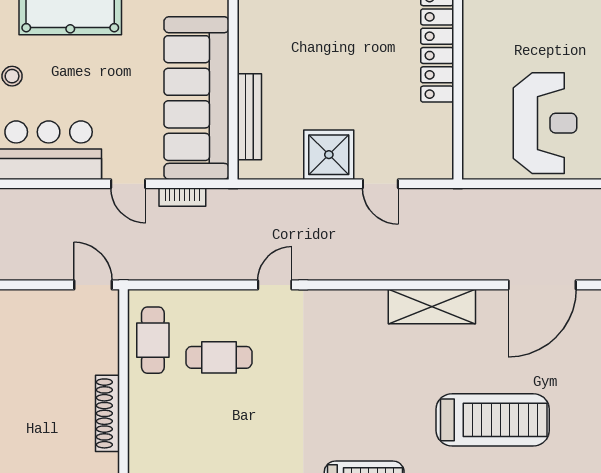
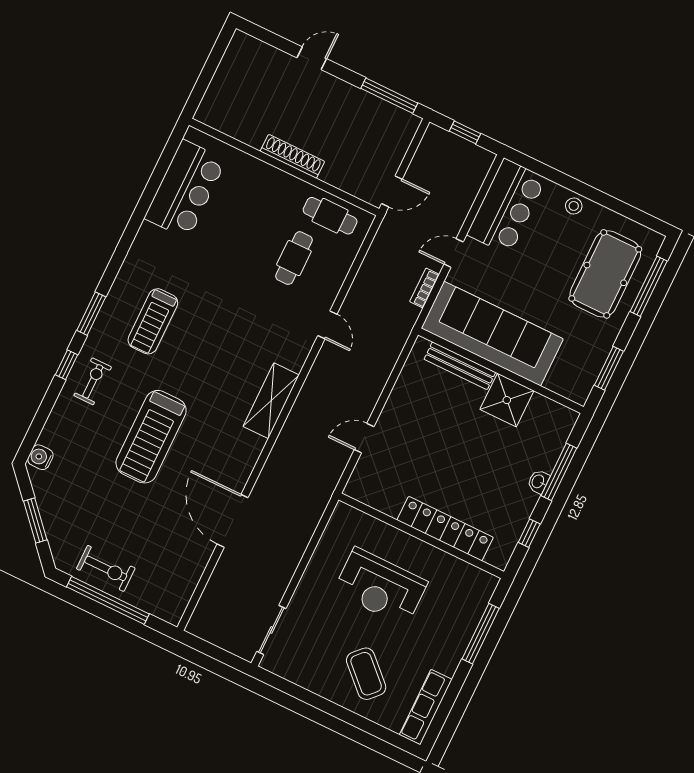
reception desk: (545, 123) -> (380, 587), moved
shower: (329, 155) -> (507, 400), moved
shelving: (432, 306) -> (271, 401), moved

